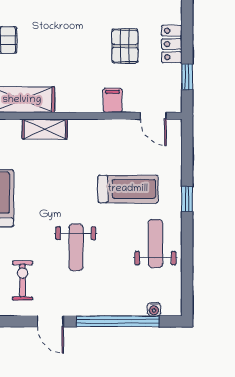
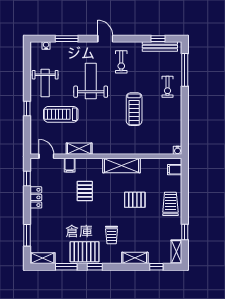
pallet: (125, 46) -> (85, 191), moved
shelving: (45, 129) -> (79, 149), moved
weight bench: (76, 247) -> (91, 81), width x1.36, depth x1.33
window: (118, 321) -> (67, 39), width x0.47

